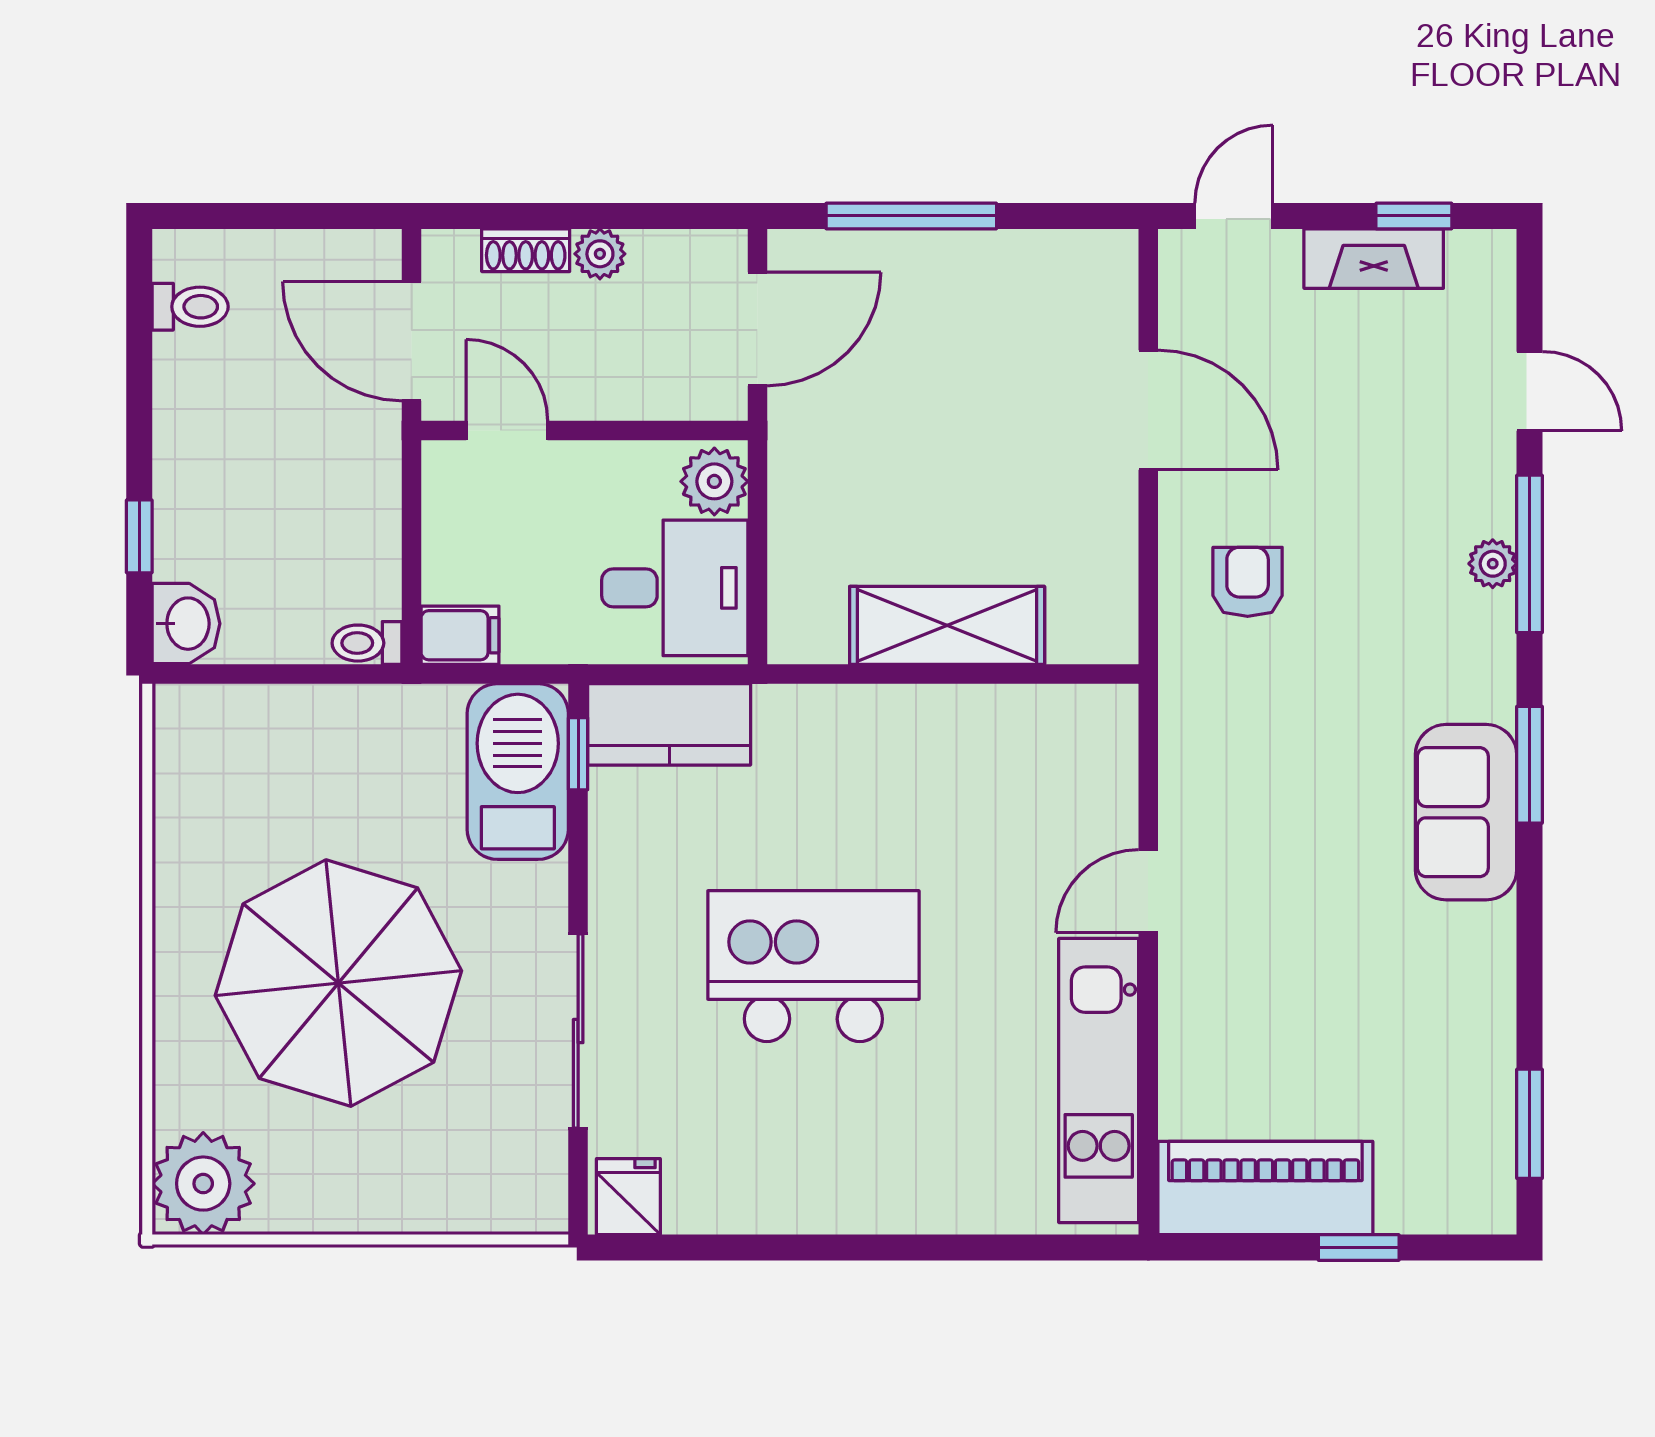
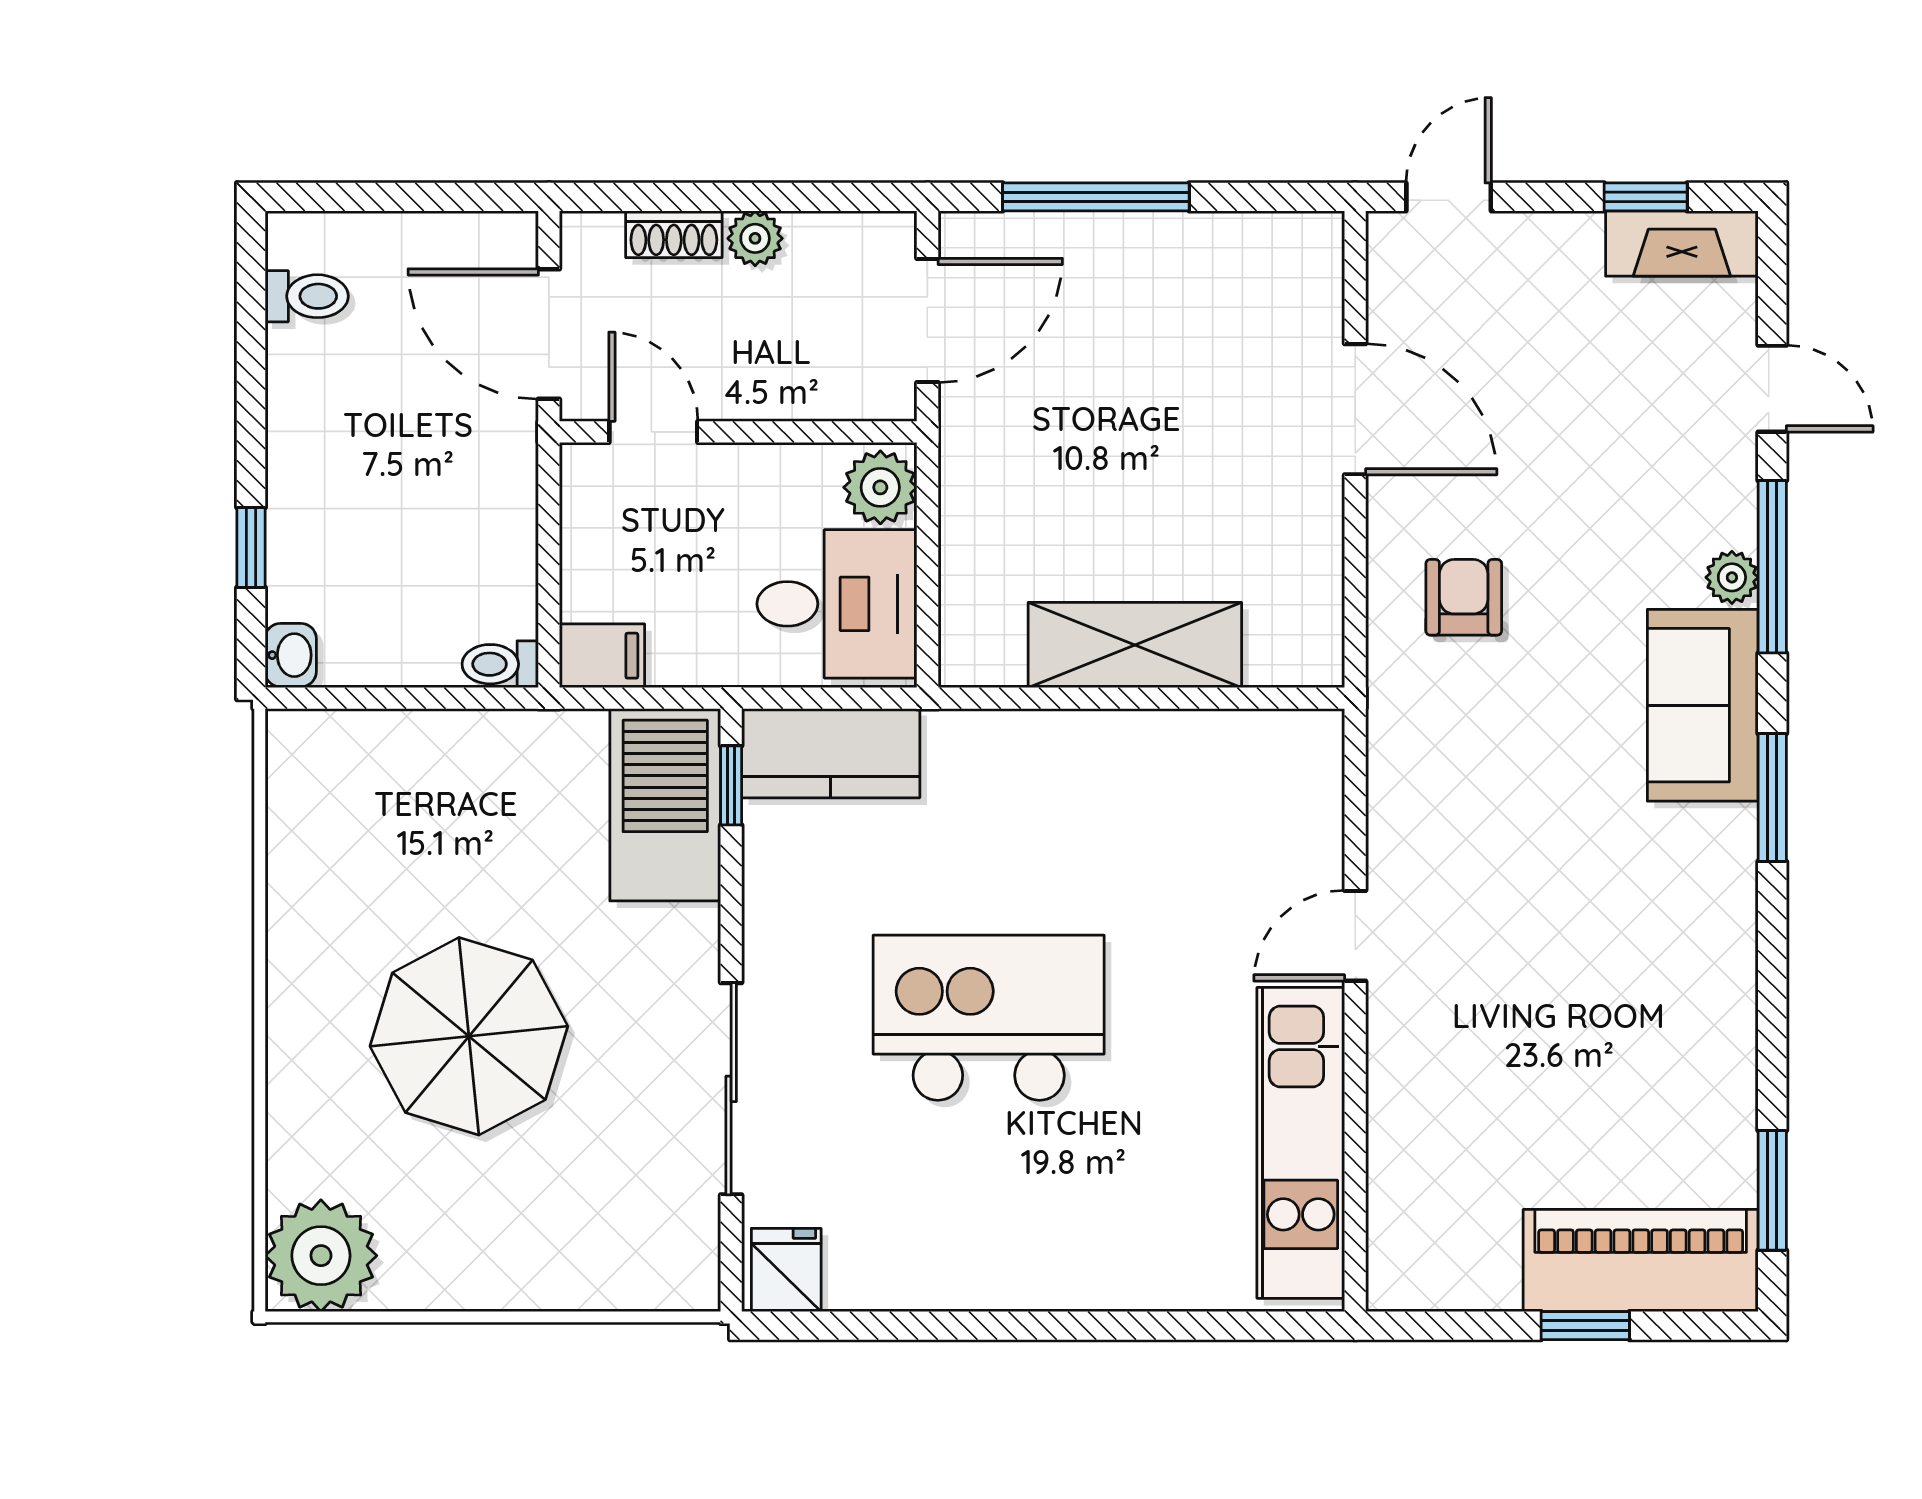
fireplace: (1374, 259) -> (1682, 244), moved
washbasin: (186, 624) -> (291, 655), width x0.72, depth x0.69
sofa: (1466, 812) -> (1703, 705), moved
parasol: (338, 983) -> (469, 1036), width x0.73, depth x0.73
piano: (1265, 1188) -> (1641, 1260), moved

